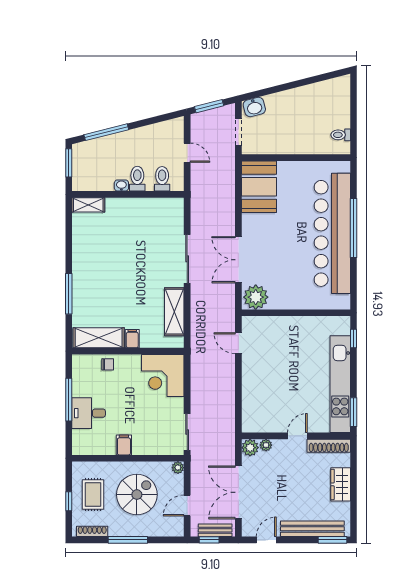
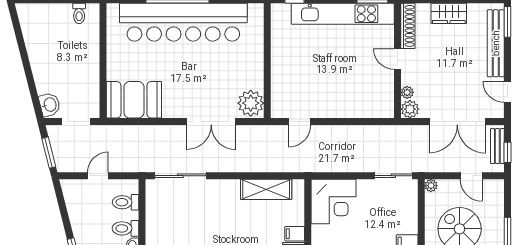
sliding door: (187, 259) -> (180, 176), moved

